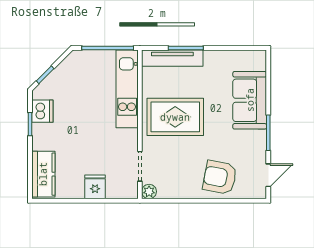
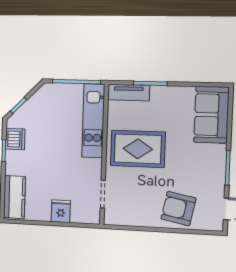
tv unit: (172, 58) -> (129, 93), width x0.71
sofa: (250, 100) -> (211, 115), moved
plant: (149, 191) -> (111, 218), removed

